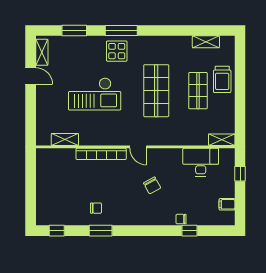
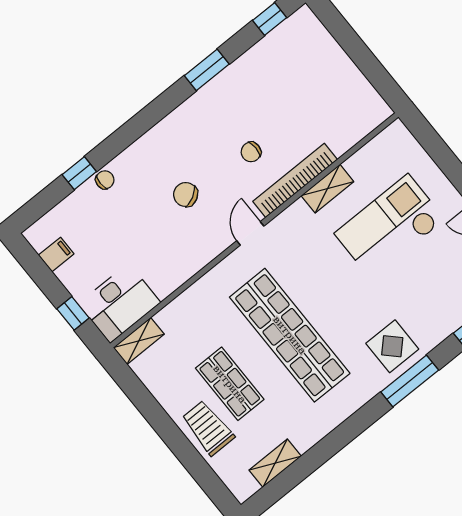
shop shelf: (156, 91) -> (290, 335), width x1.40
checkout: (95, 94) -> (390, 226), moved
shelving: (65, 140) -> (327, 189), moved
door: (138, 147) -> (250, 233), hinge flipped
desk: (201, 162) -> (119, 303), moved
chair: (96, 208) -> (251, 152), moved

